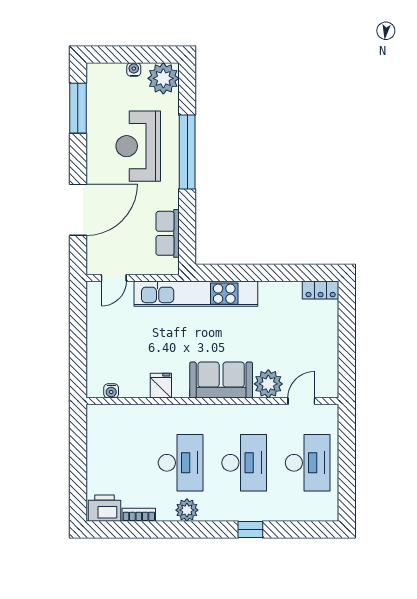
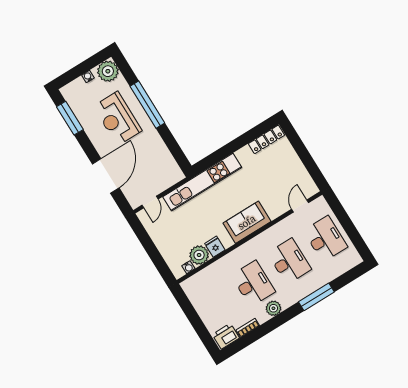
row of seats: (168, 233) -> (165, 158), removed
locker: (321, 290) -> (266, 139), width x1.53
plant: (268, 384) -> (199, 255), moved
window: (250, 529) -> (316, 297), width x2.17

